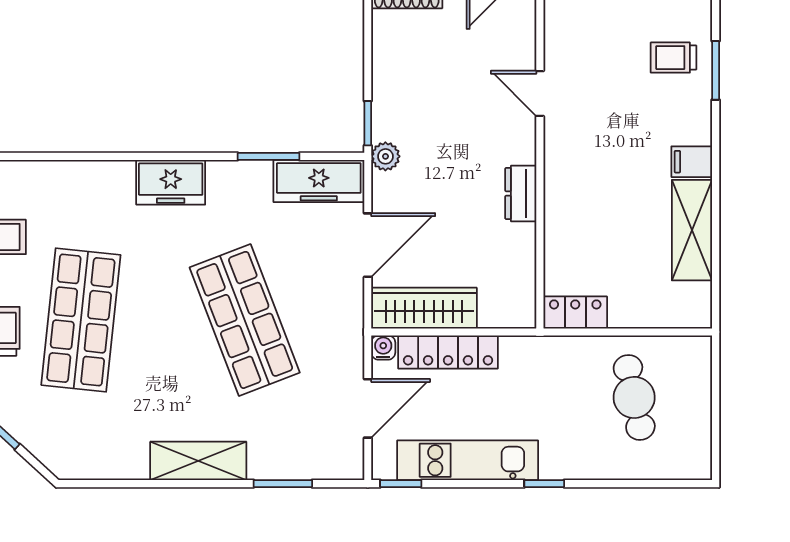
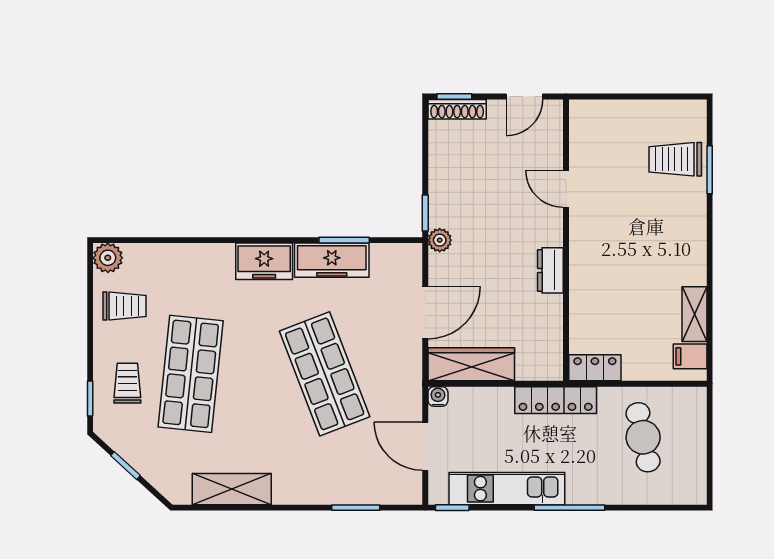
trolley: (674, 58) -> (675, 159), width x1.36, depth x1.39
filing cabinet: (692, 162) -> (690, 356), moved
freezer: (319, 181) -> (332, 260), moved
shelving: (692, 230) -> (694, 314), width x0.67, depth x0.75
locker: (448, 352) -> (556, 400), moved
door: (368, 408) -> (425, 446), swing flipped
shelving: (198, 461) -> (232, 489), moved
window: (544, 484) -> (570, 508), width x2.17

